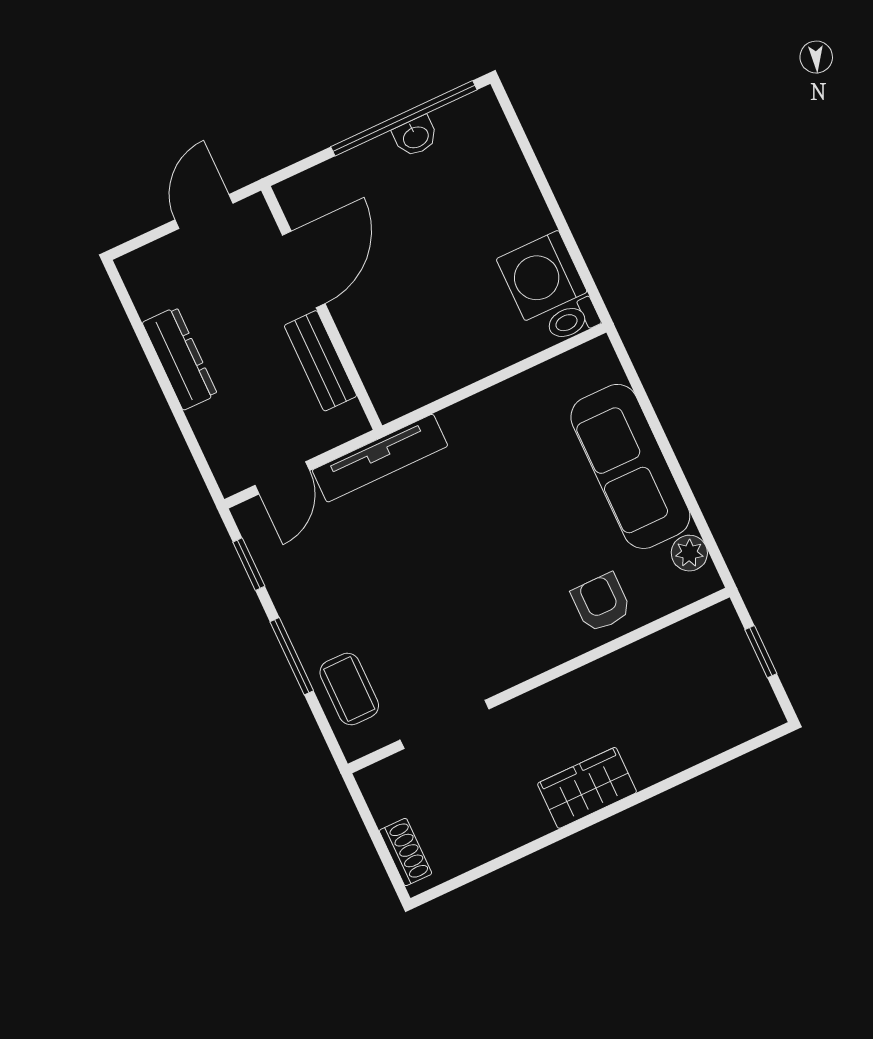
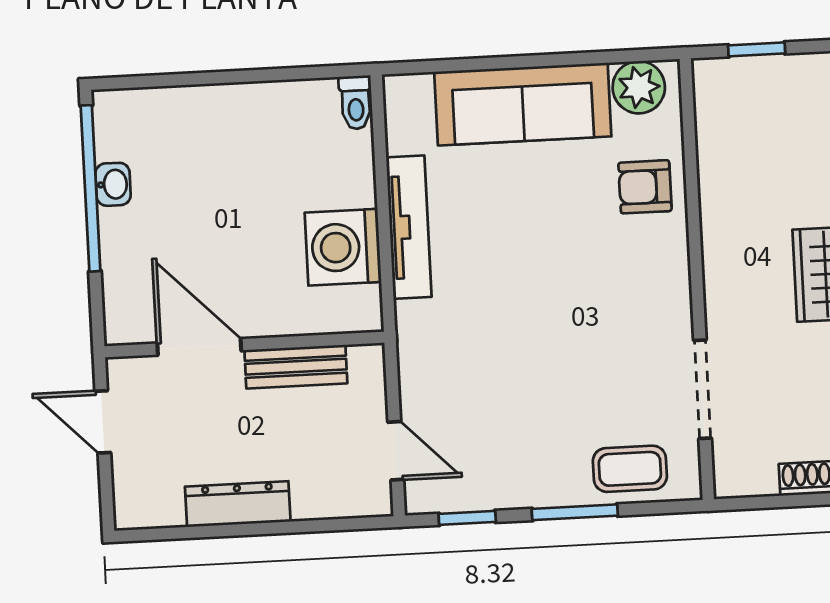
washing machine: (542, 275) -> (343, 247), moved, turned 90
tv unit: (380, 458) -> (409, 227), moved
plant: (689, 553) -> (639, 87), width x1.38, depth x1.38

